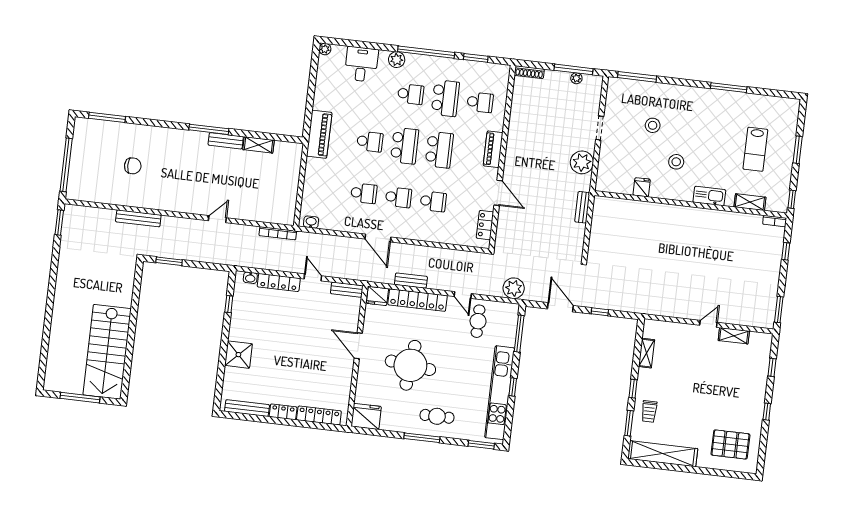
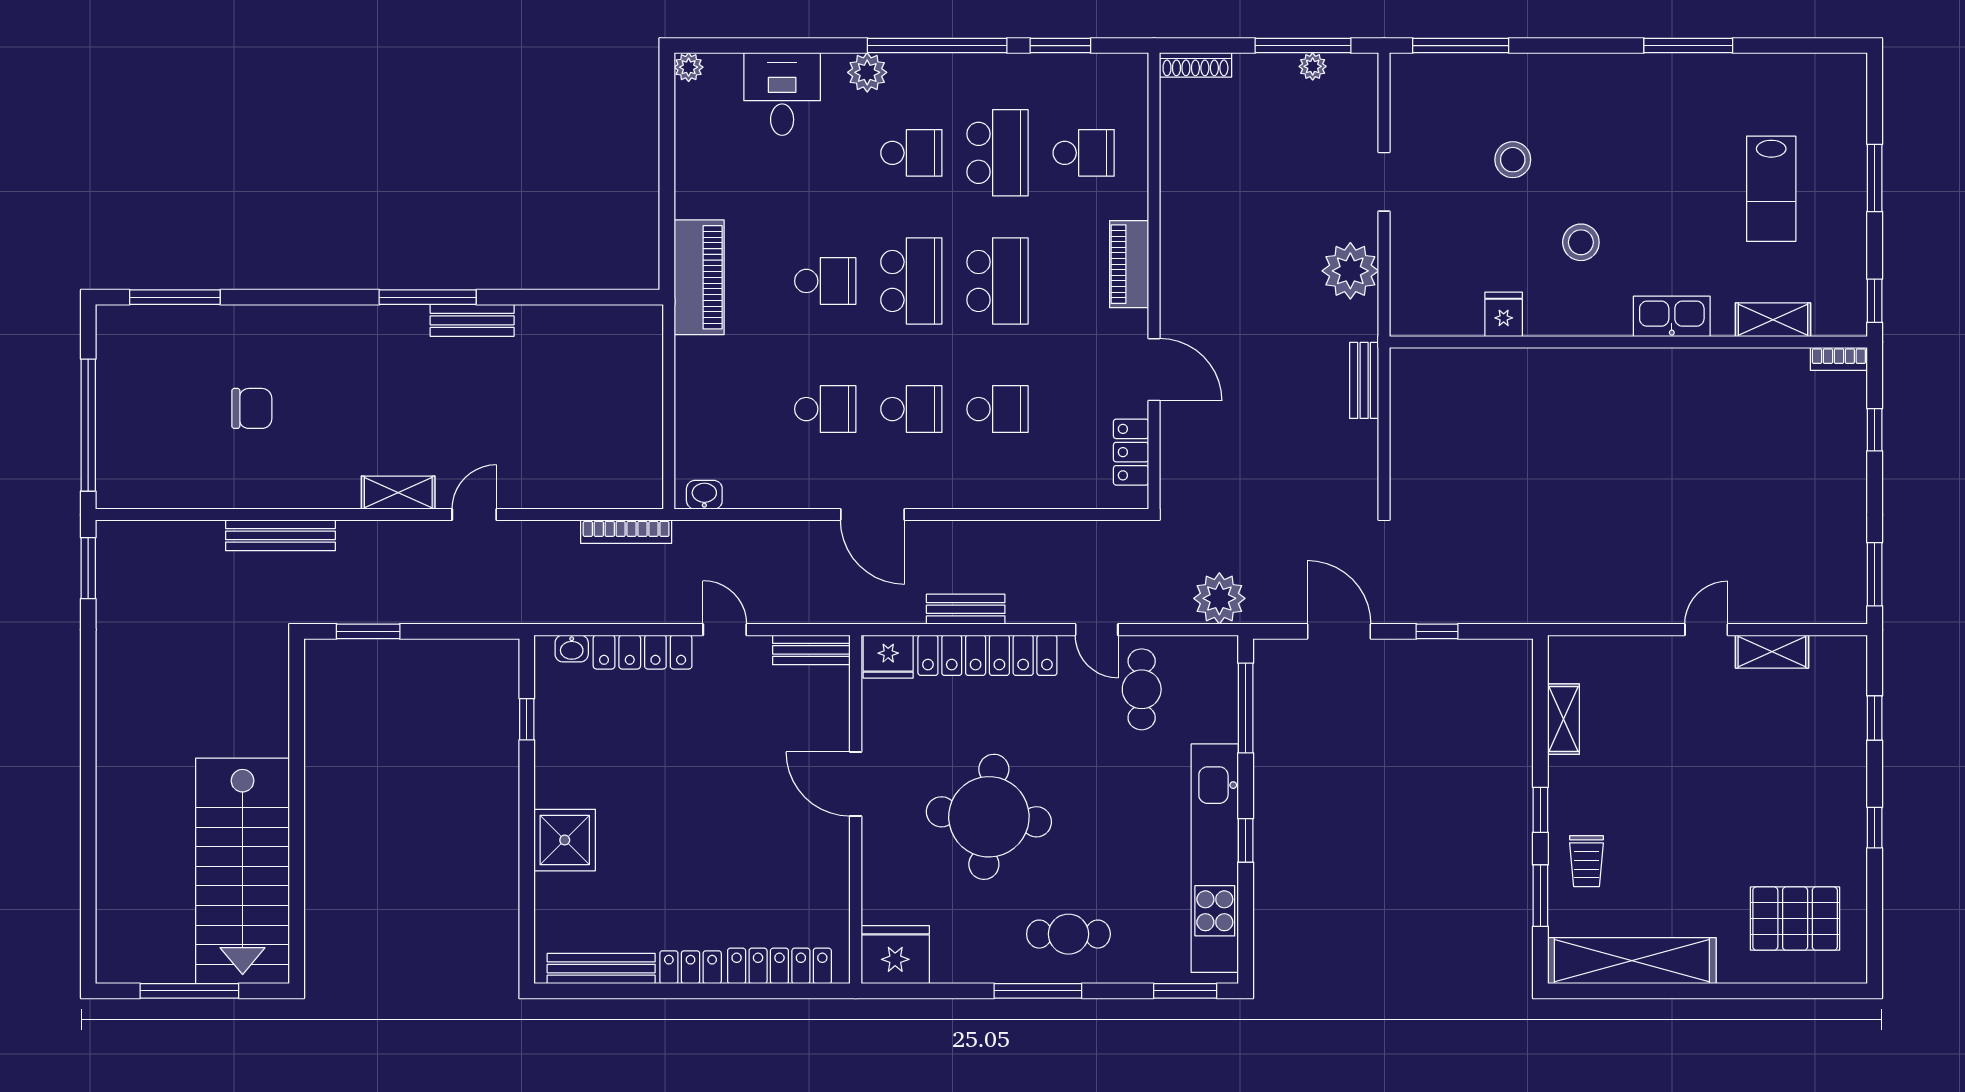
shelving: (259, 145) -> (398, 493), moved

